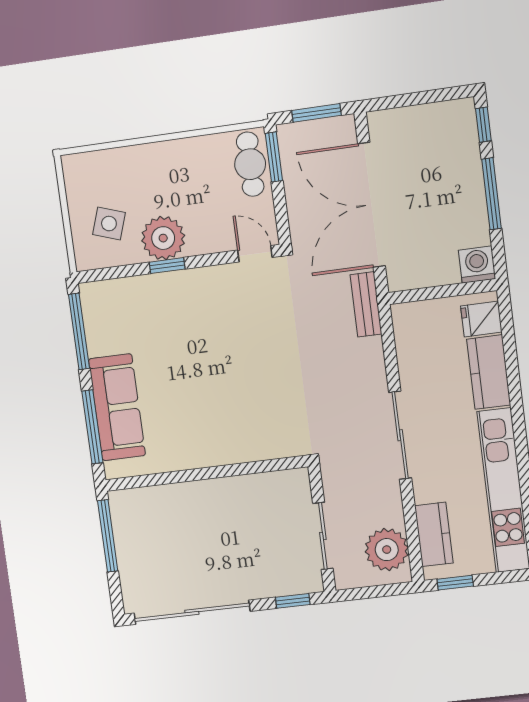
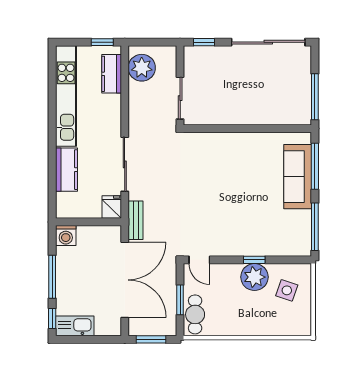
kitchen sink: (444, 117) -> (75, 326), added
window: (274, 157) -> (180, 300), moved
fridge: (481, 319) -> (112, 207), moved, turned -90
sliding door: (400, 435) -> (125, 164), moved
sliding door: (323, 536) -> (180, 98), moved

